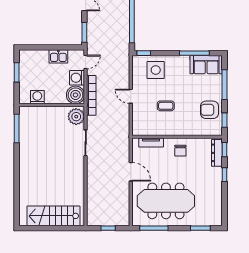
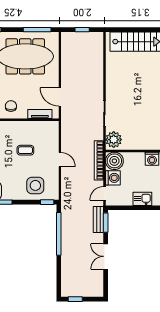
bench: (92, 35) -> (98, 220), added
kitchen sink: (58, 56) -> (142, 199), moved
door: (131, 172) -> (60, 97), moved

